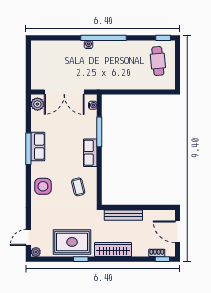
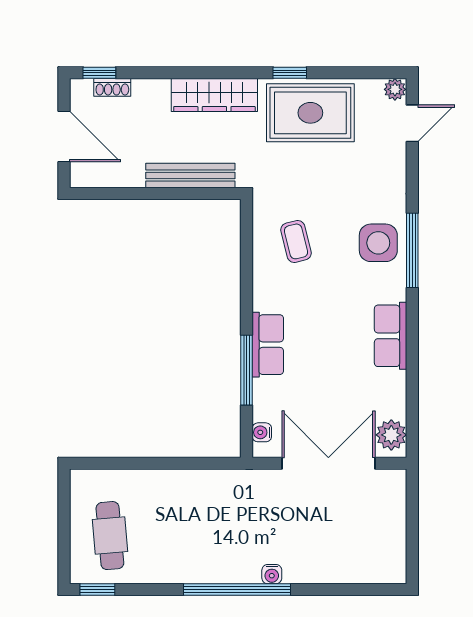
window: (28, 149) -> (412, 250), moved
row of seats: (90, 153) -> (268, 345), moved

